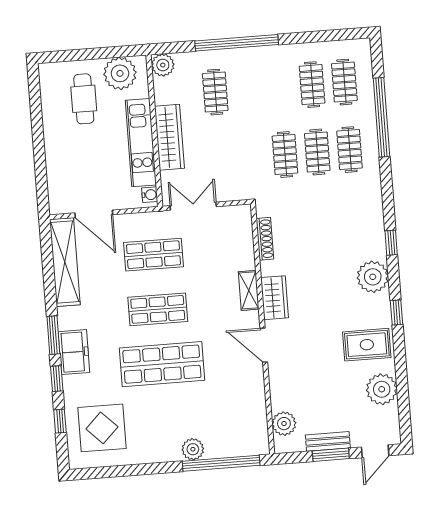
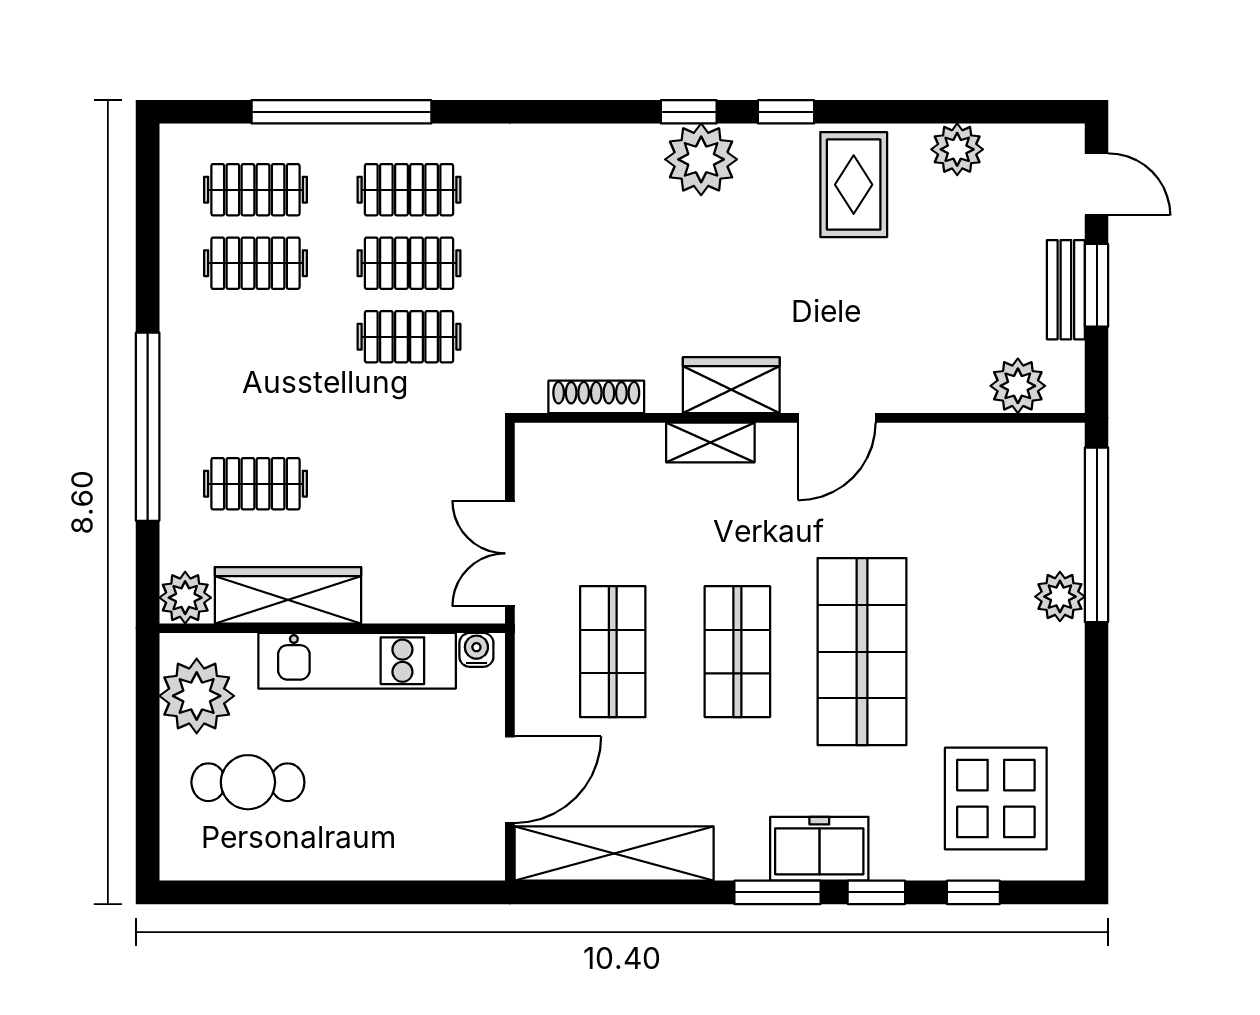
wardrobe: (169, 137) -> (288, 595), moved
window: (391, 243) -> (689, 112), moved
plant: (382, 389) -> (957, 149), width x0.73, depth x0.73

